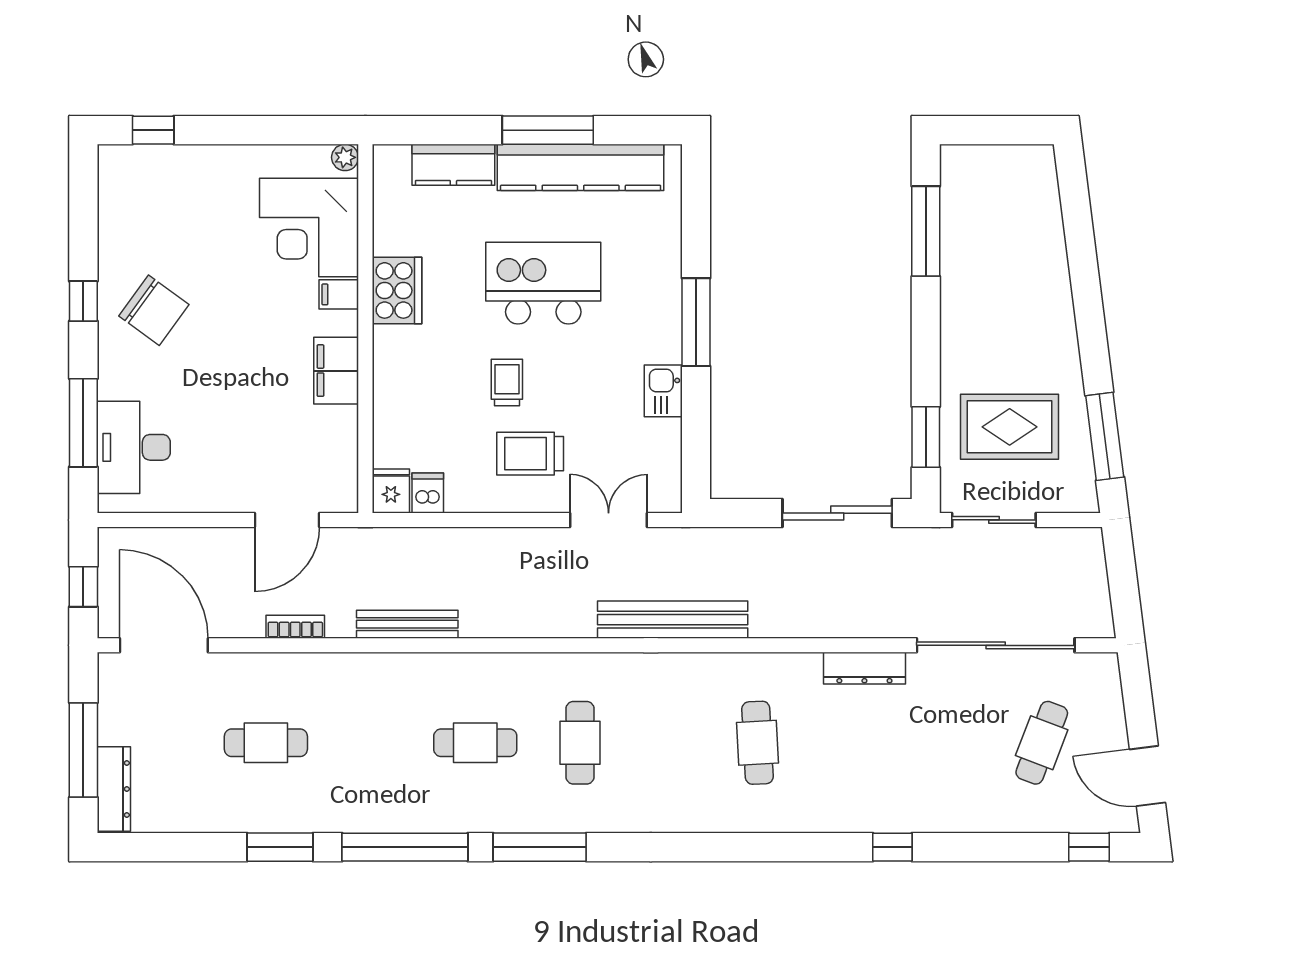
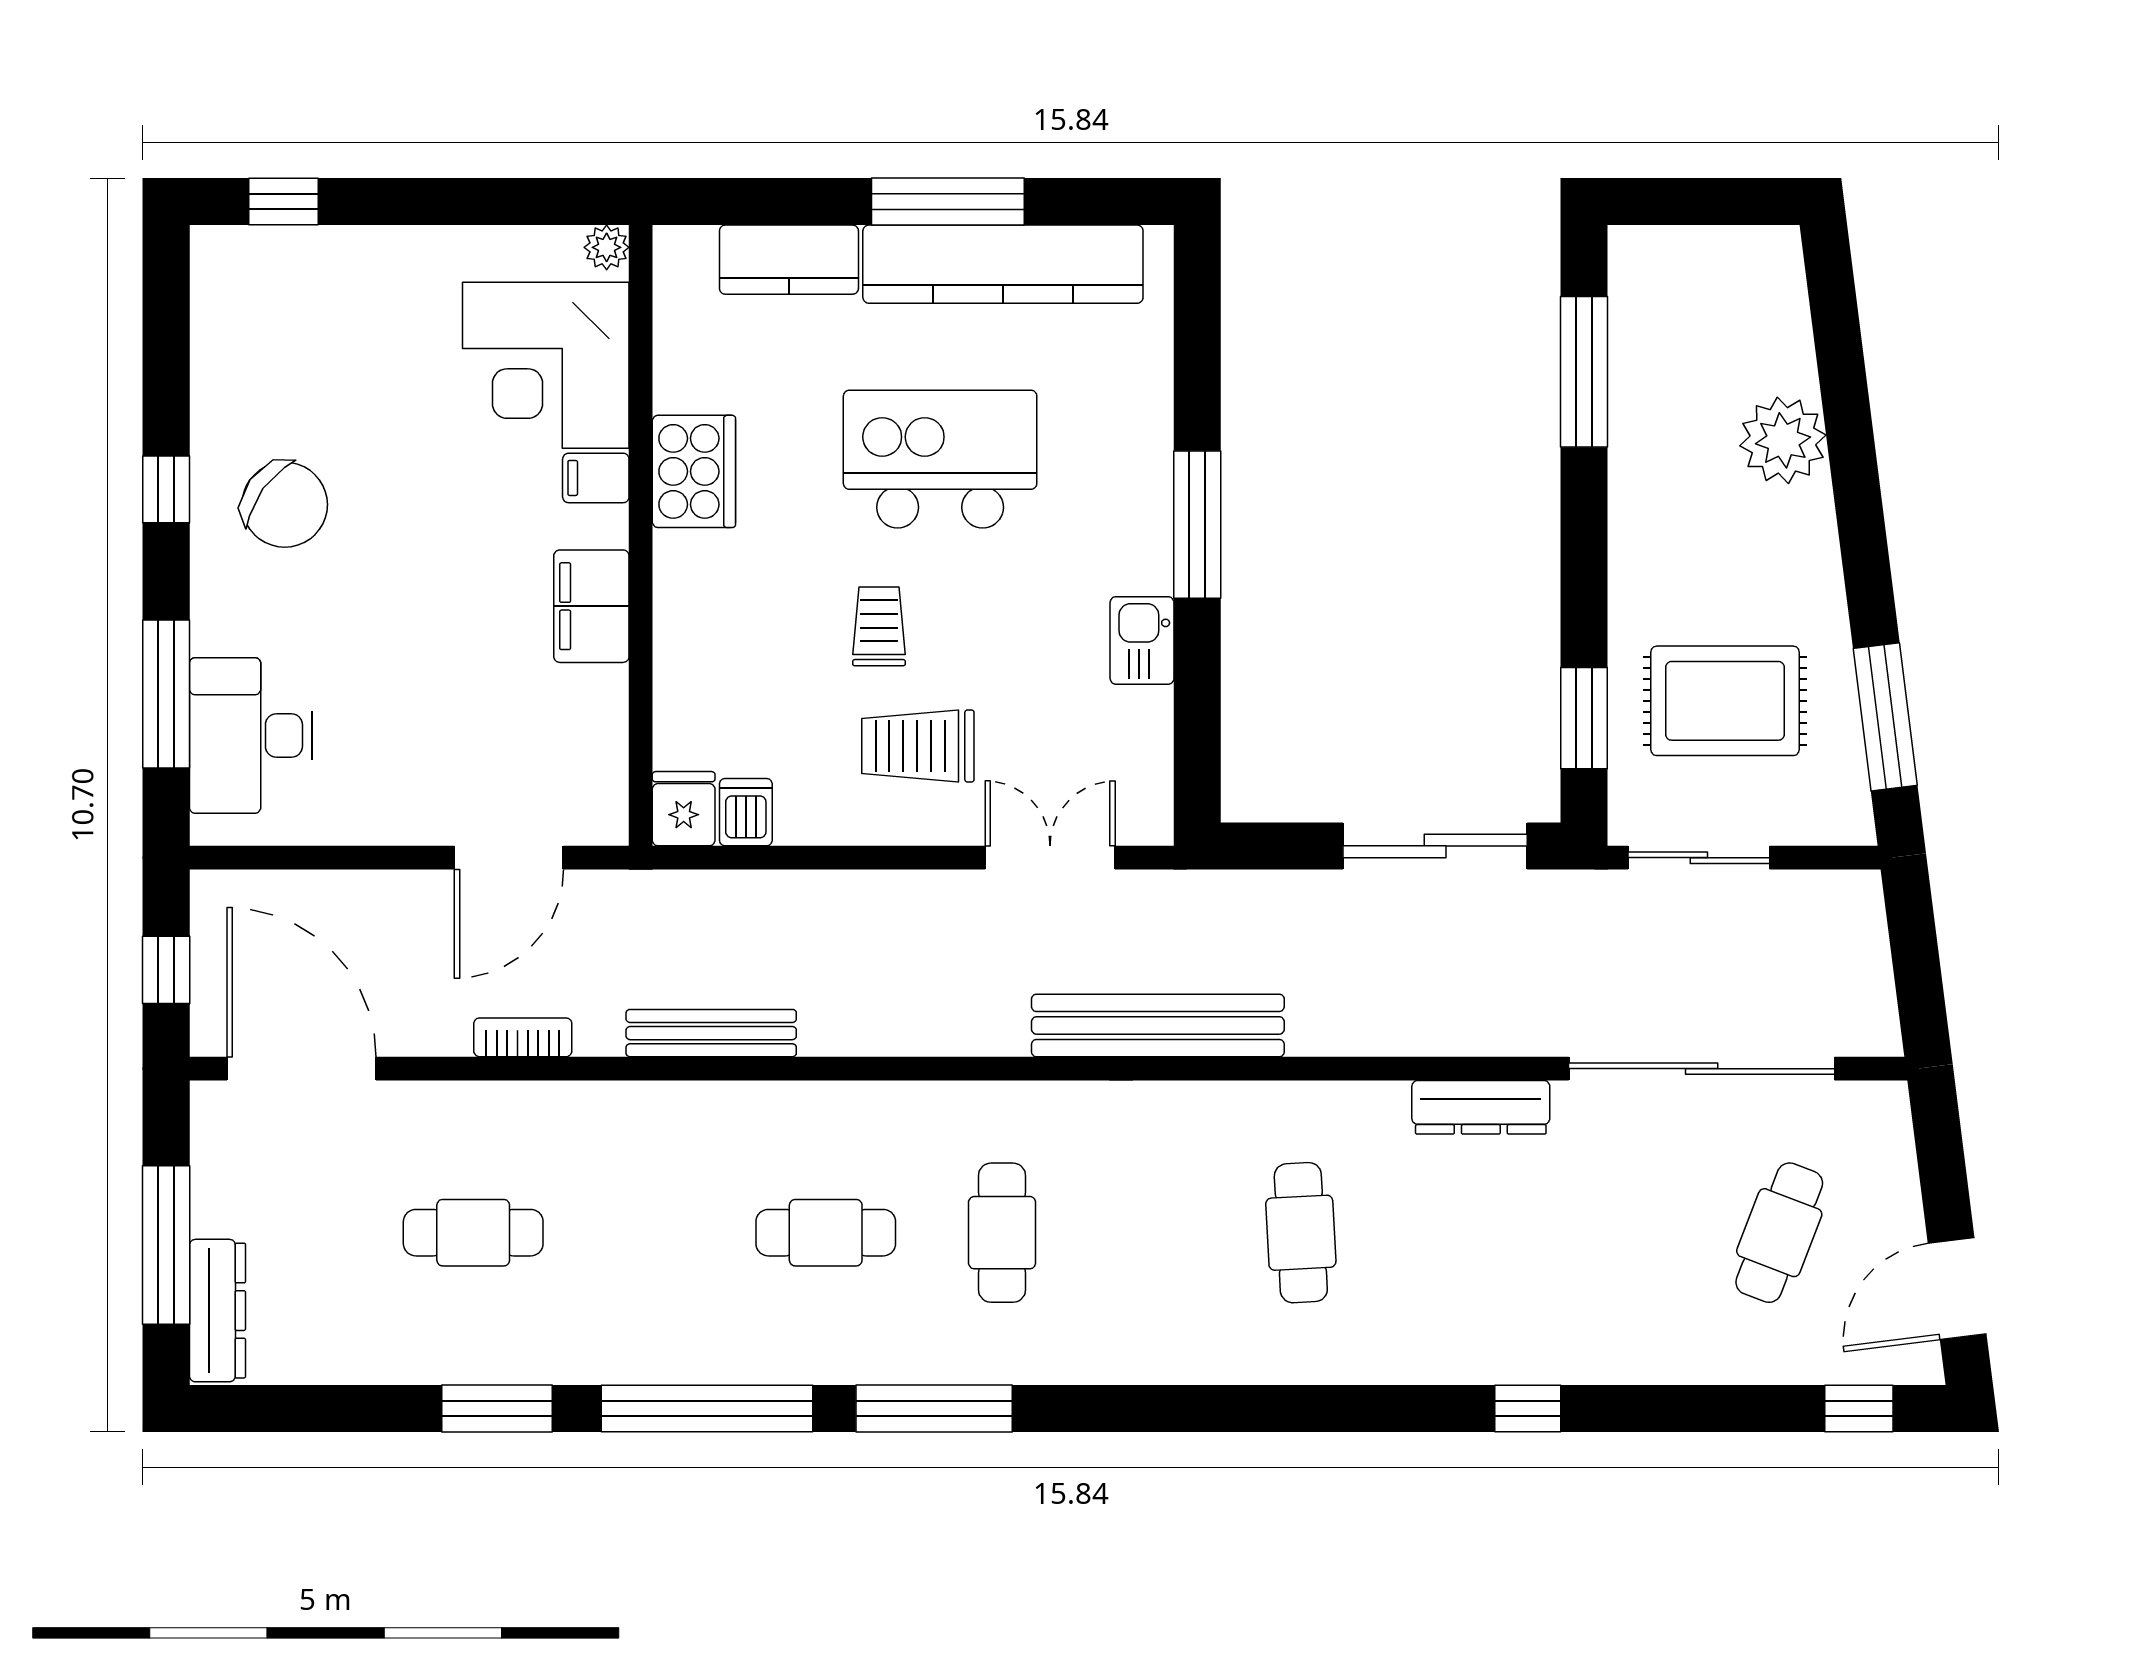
plant: (1044, 272) -> (1783, 440), added
door: (1147, 776) -> (1957, 1289), hinge flipped

